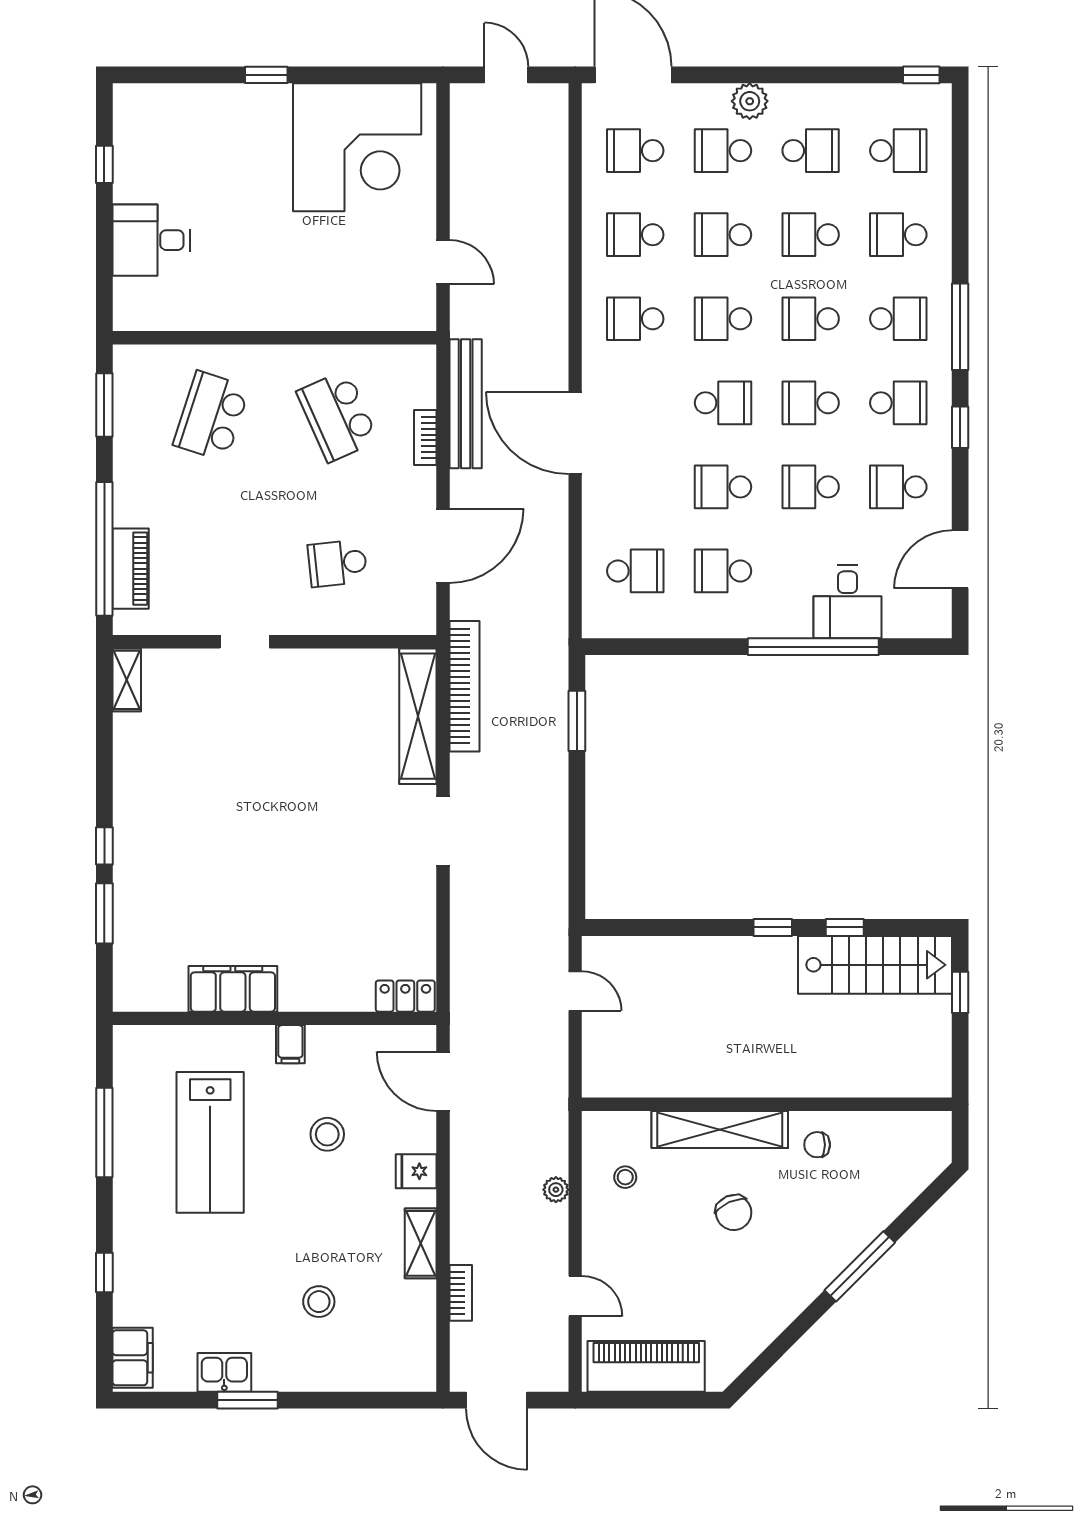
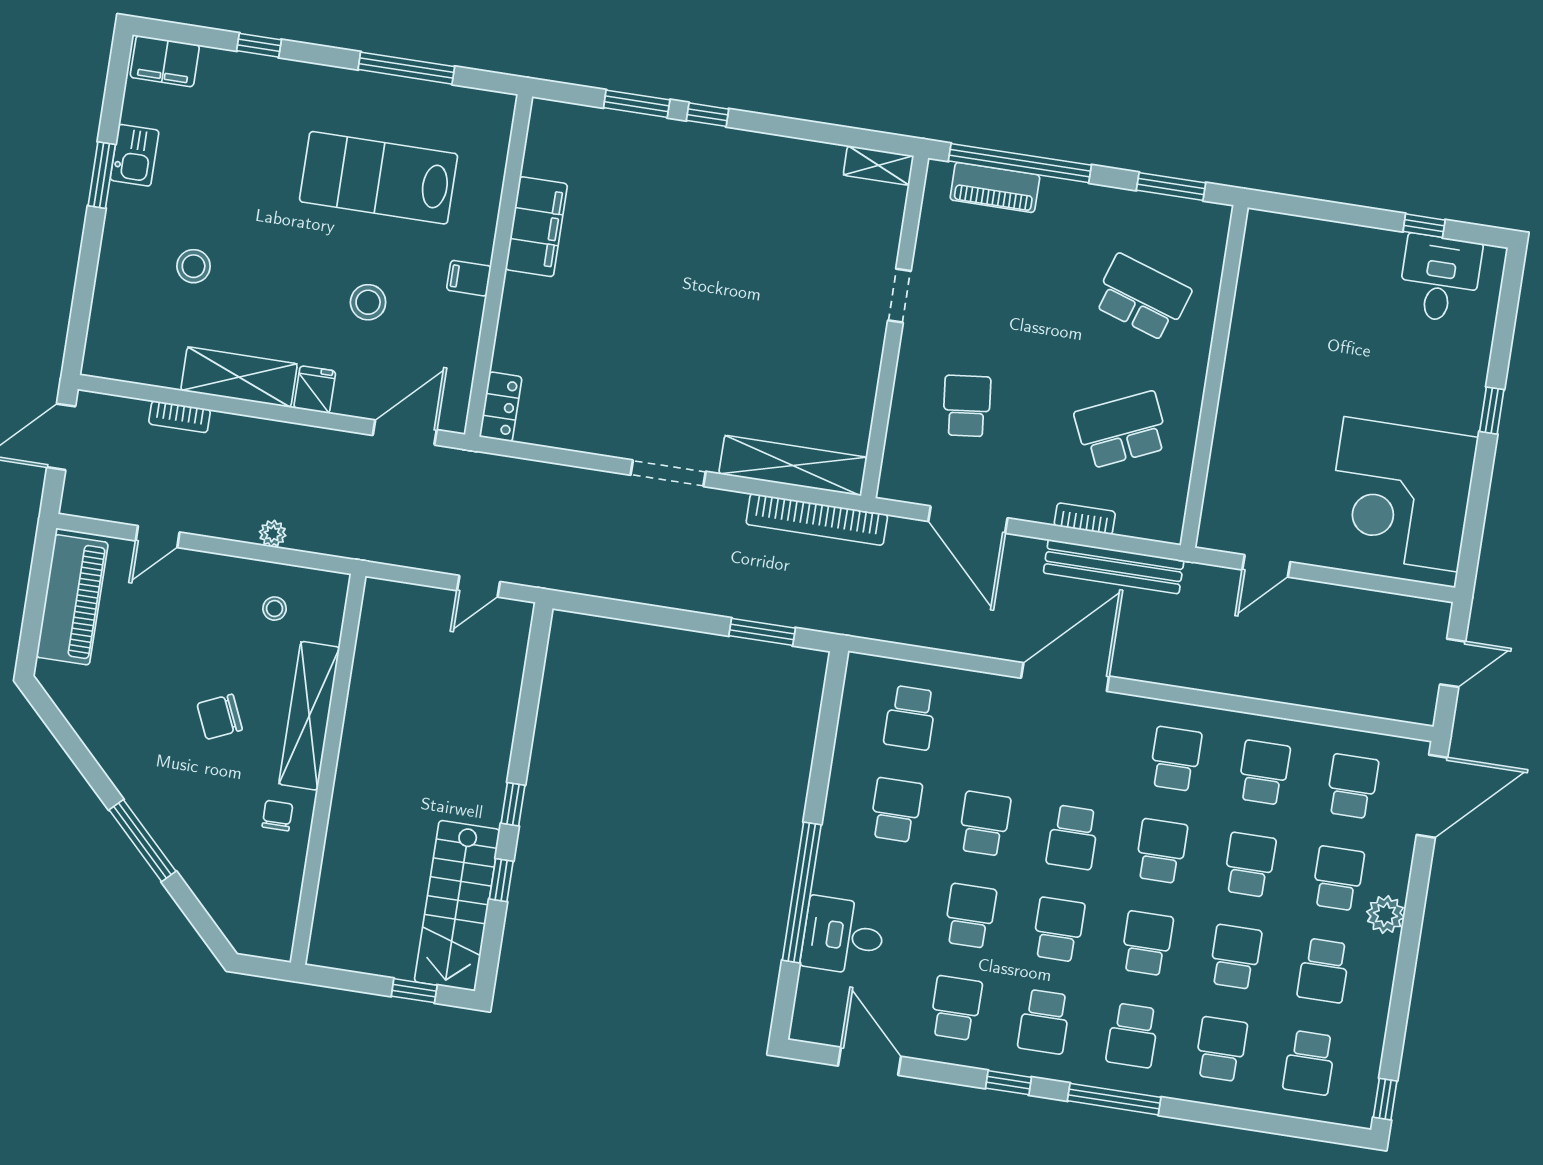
desk: (151, 240) -> (1440, 278), moved
shelving: (421, 1243) -> (239, 377), width x1.50, depth x1.33

